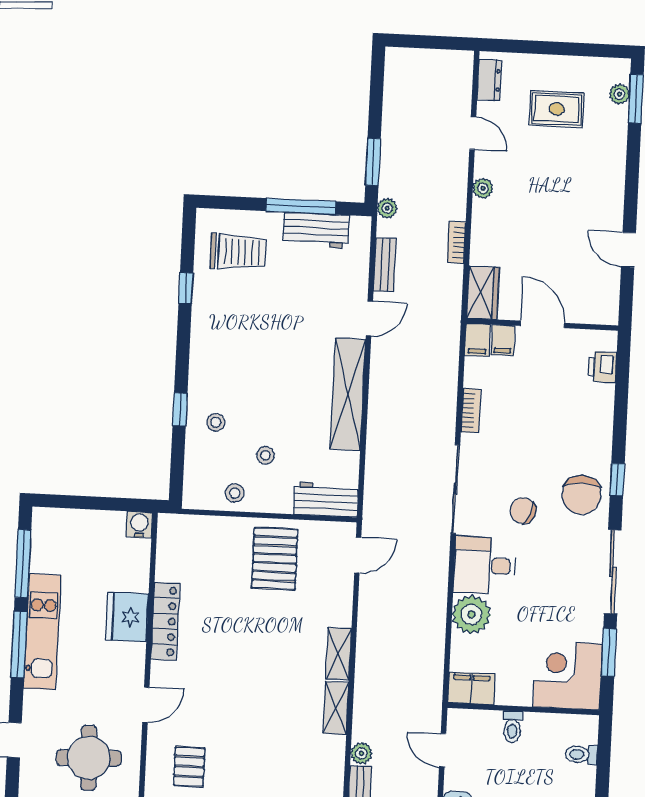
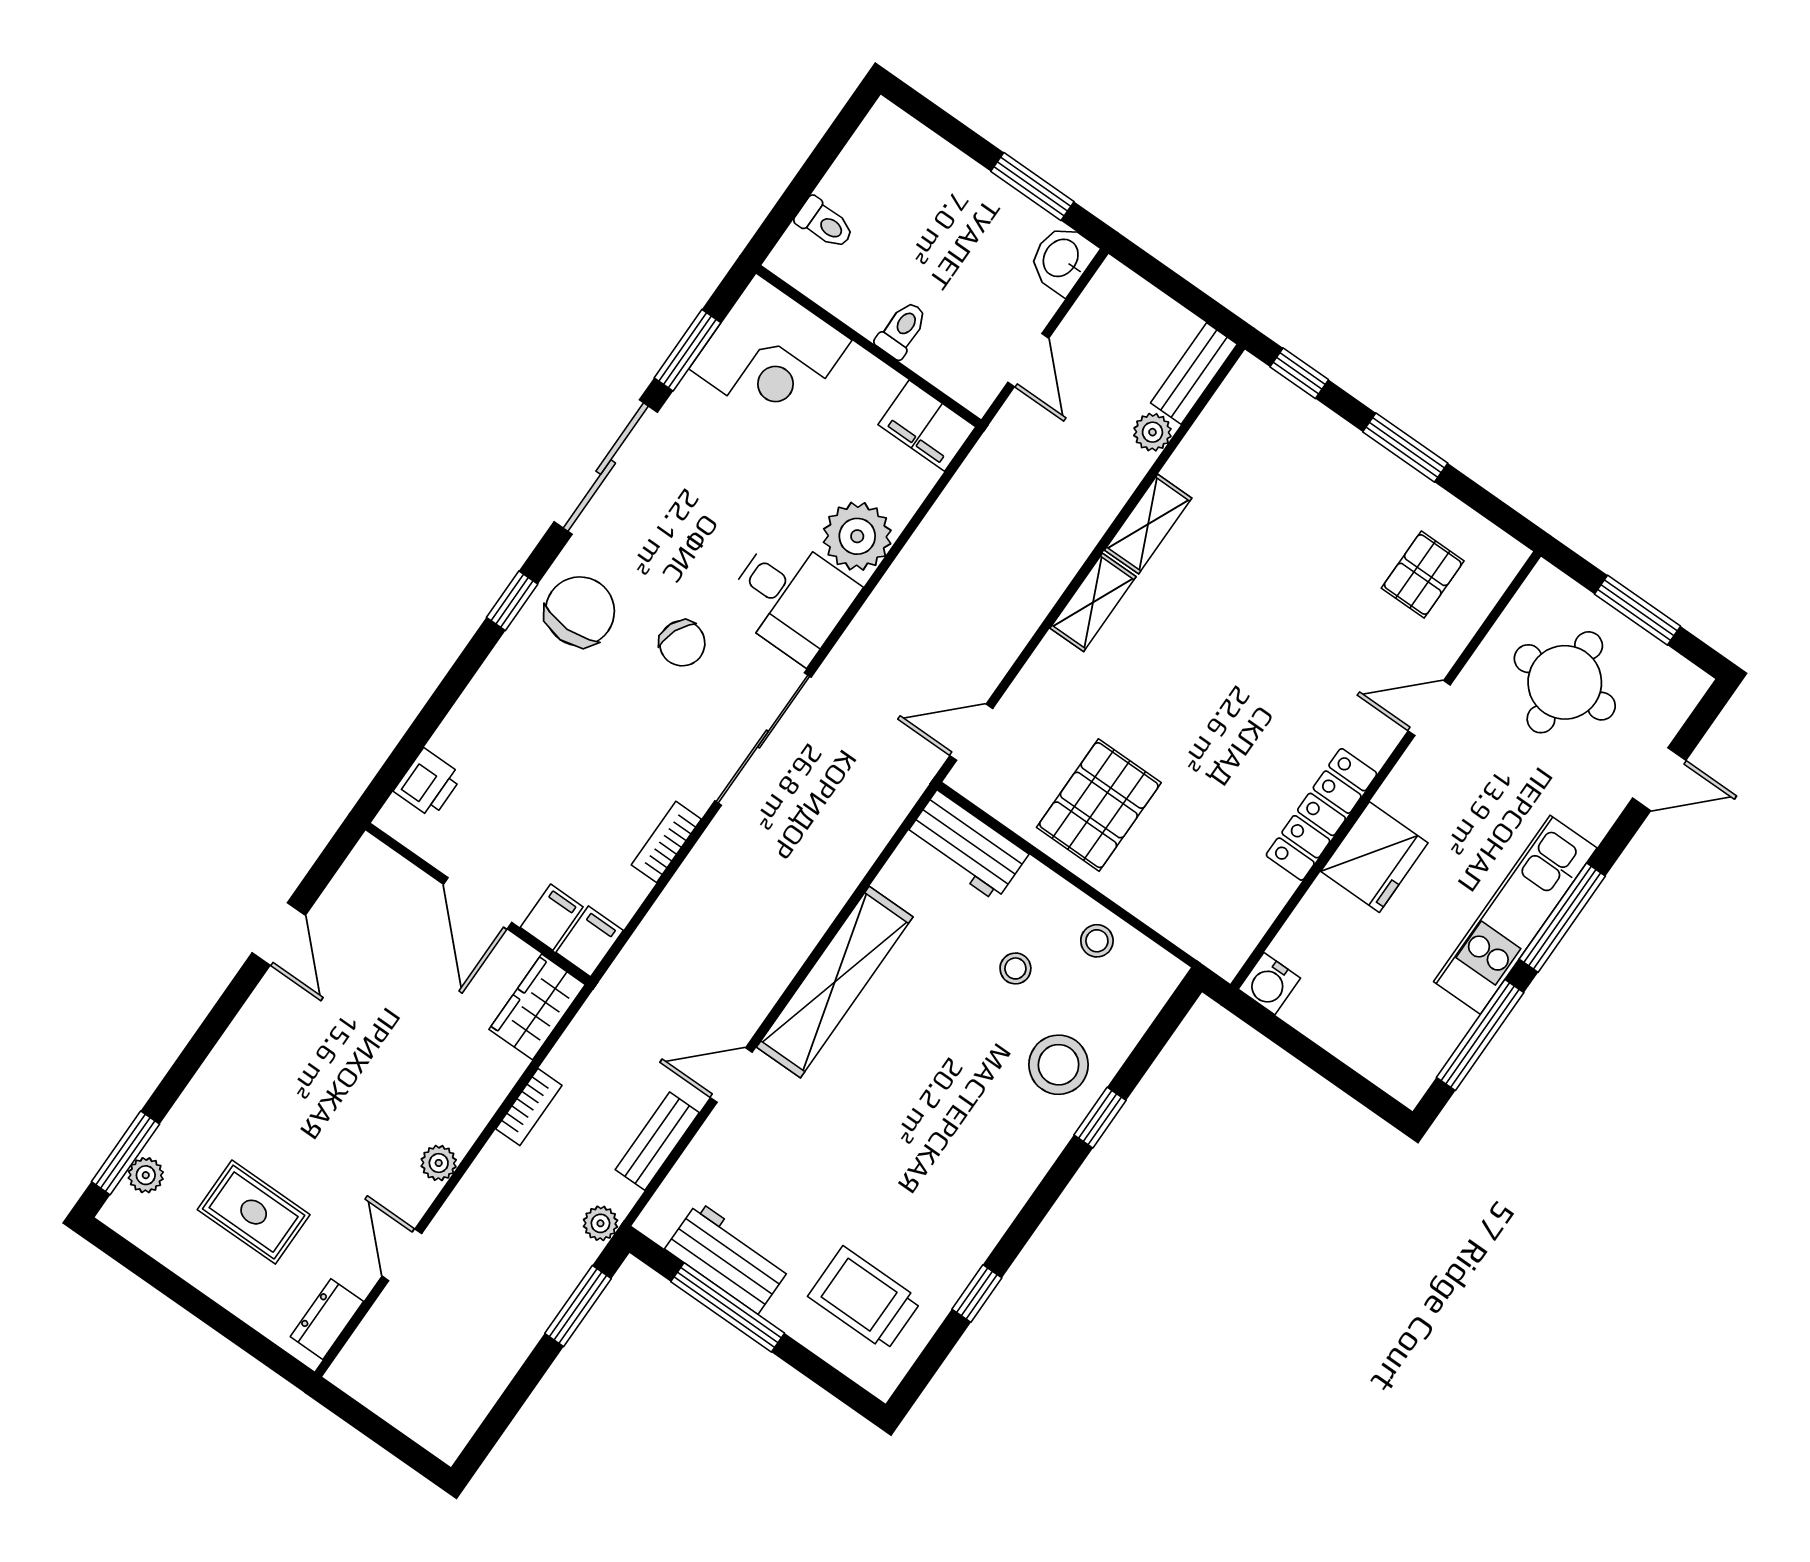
stool: (216, 422) -> (1059, 1065), width x1.89, depth x1.89

